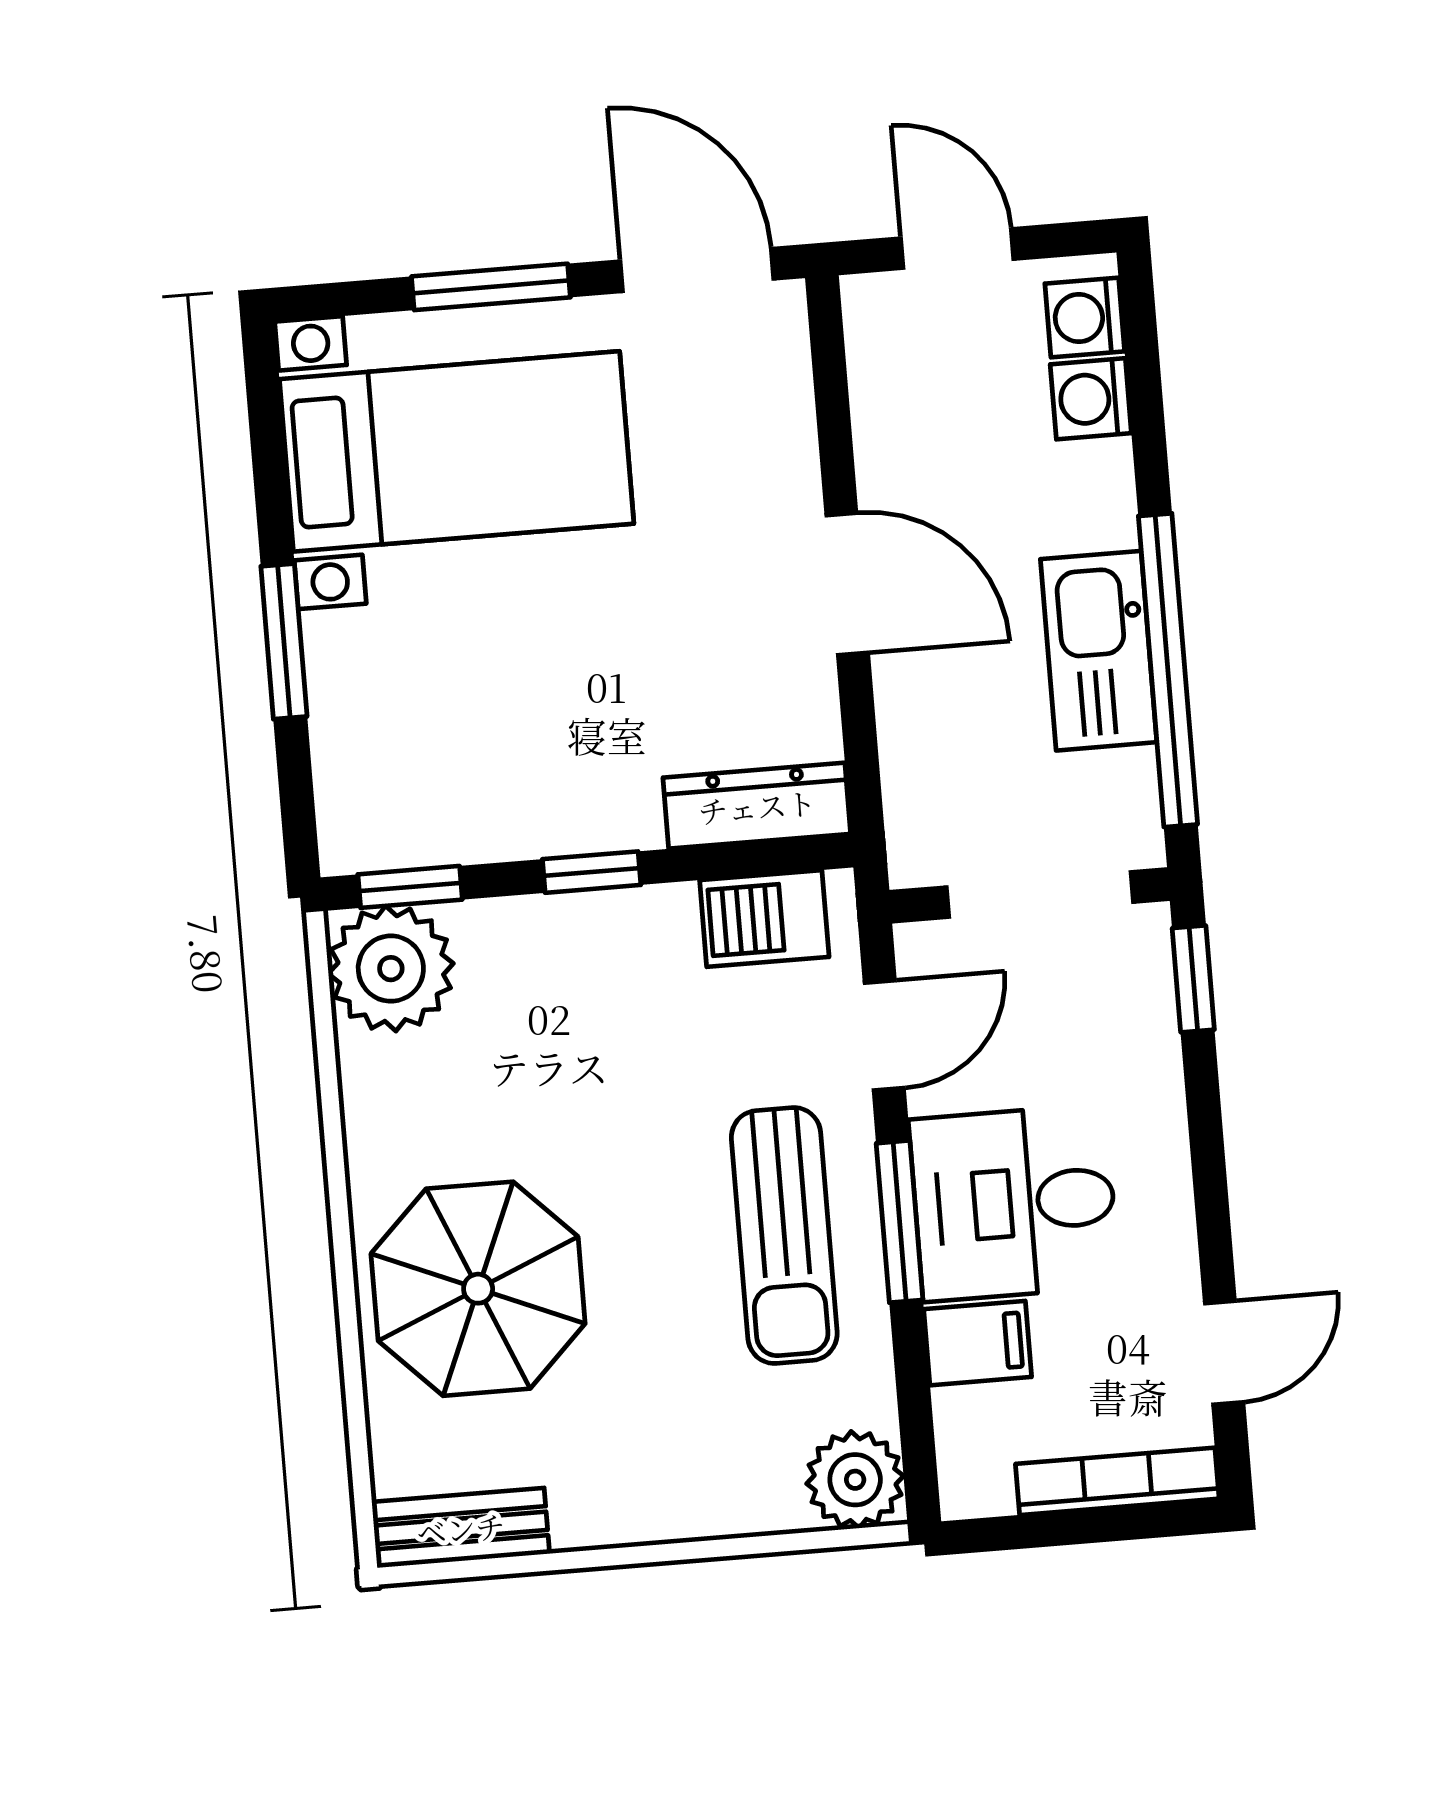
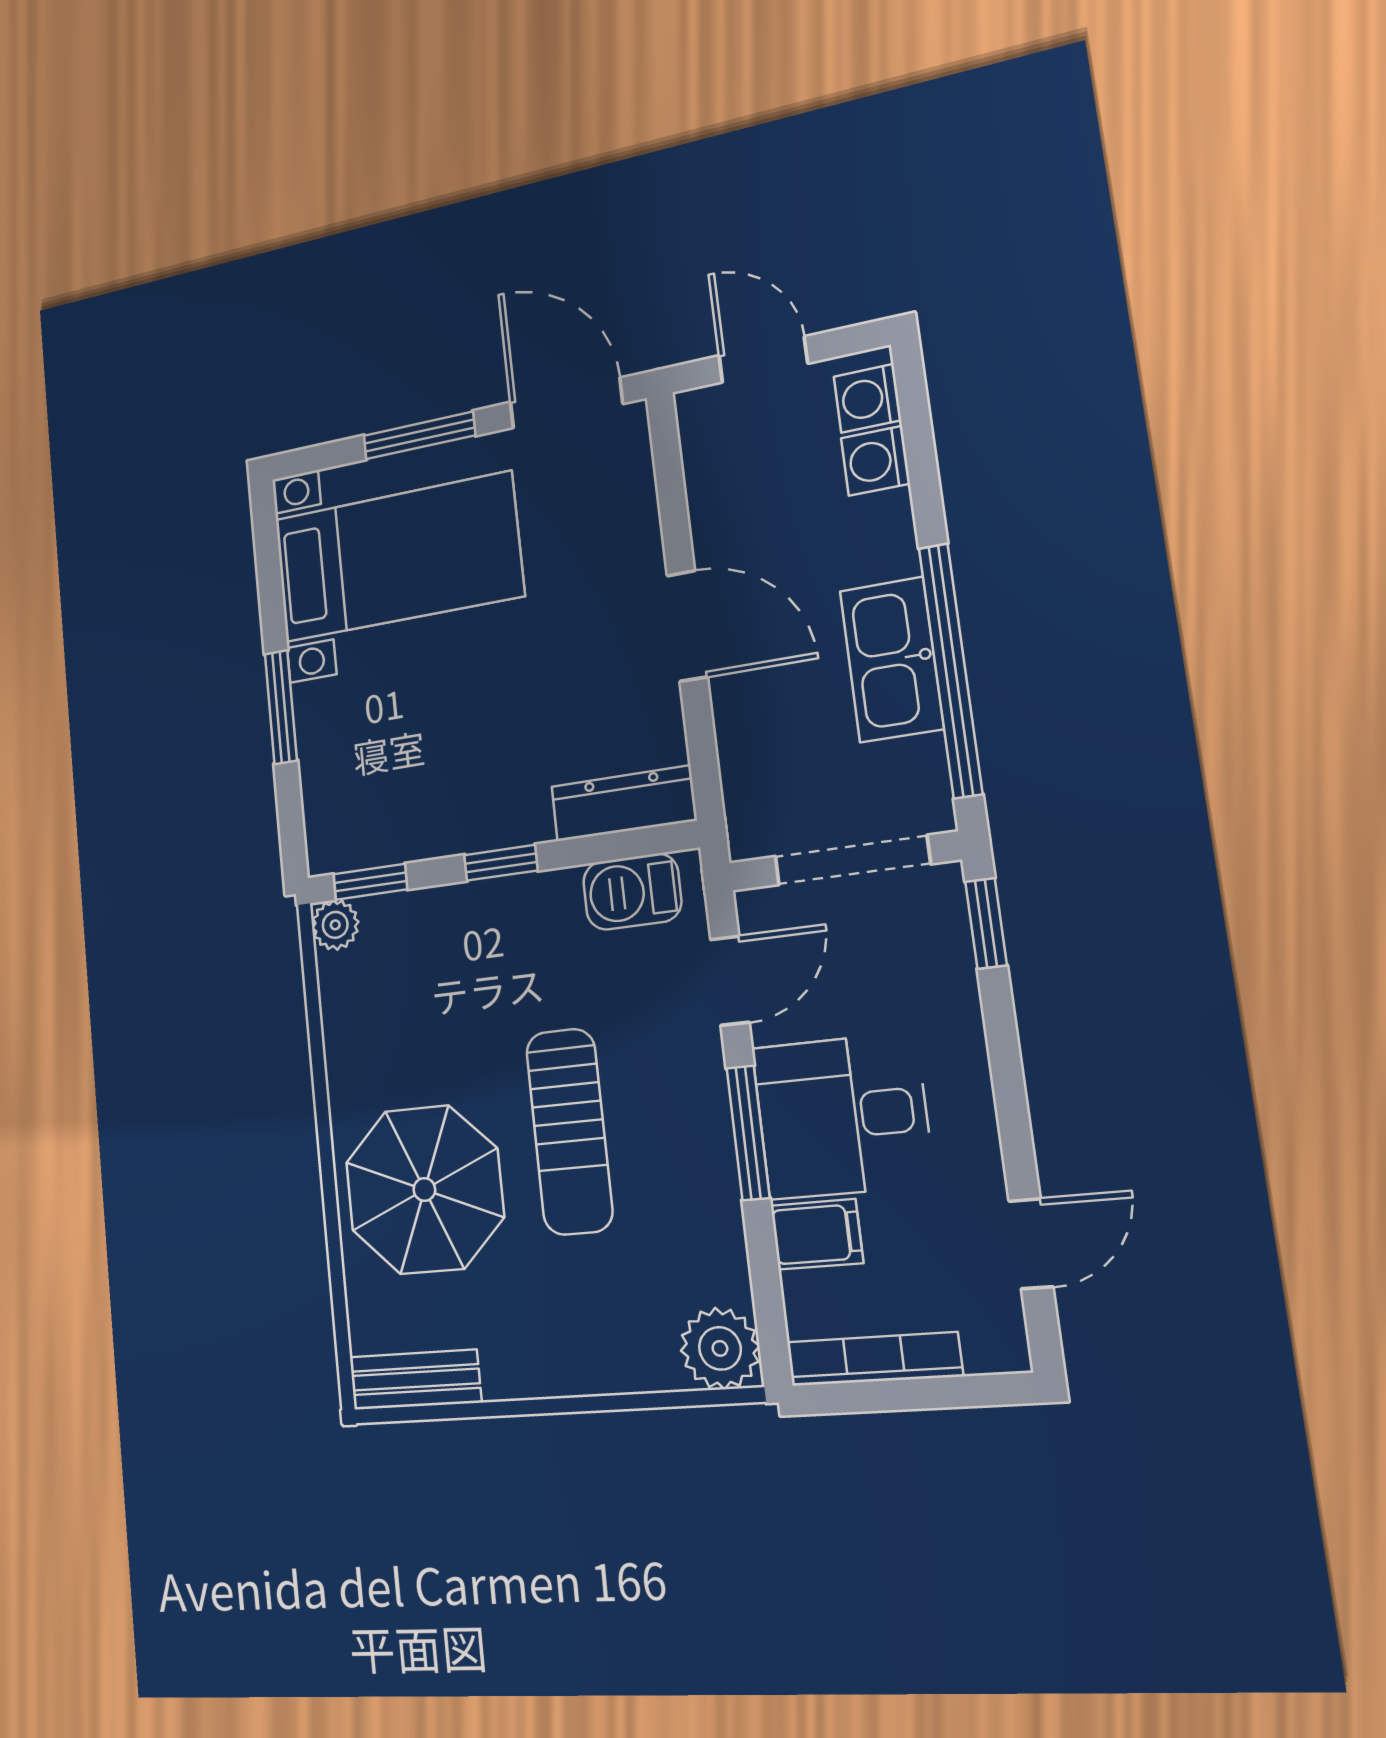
plant: (391, 969) -> (335, 925), width x0.53, depth x0.53
sun lounger: (784, 1235) -> (569, 1131), moved
bookcase: (1117, 1481) -> (874, 1359), moved

